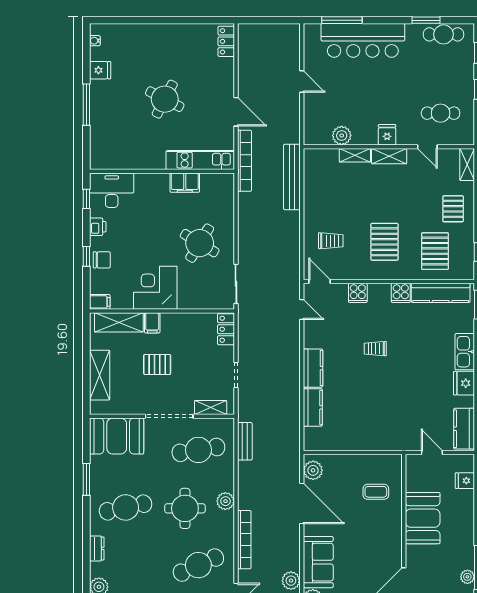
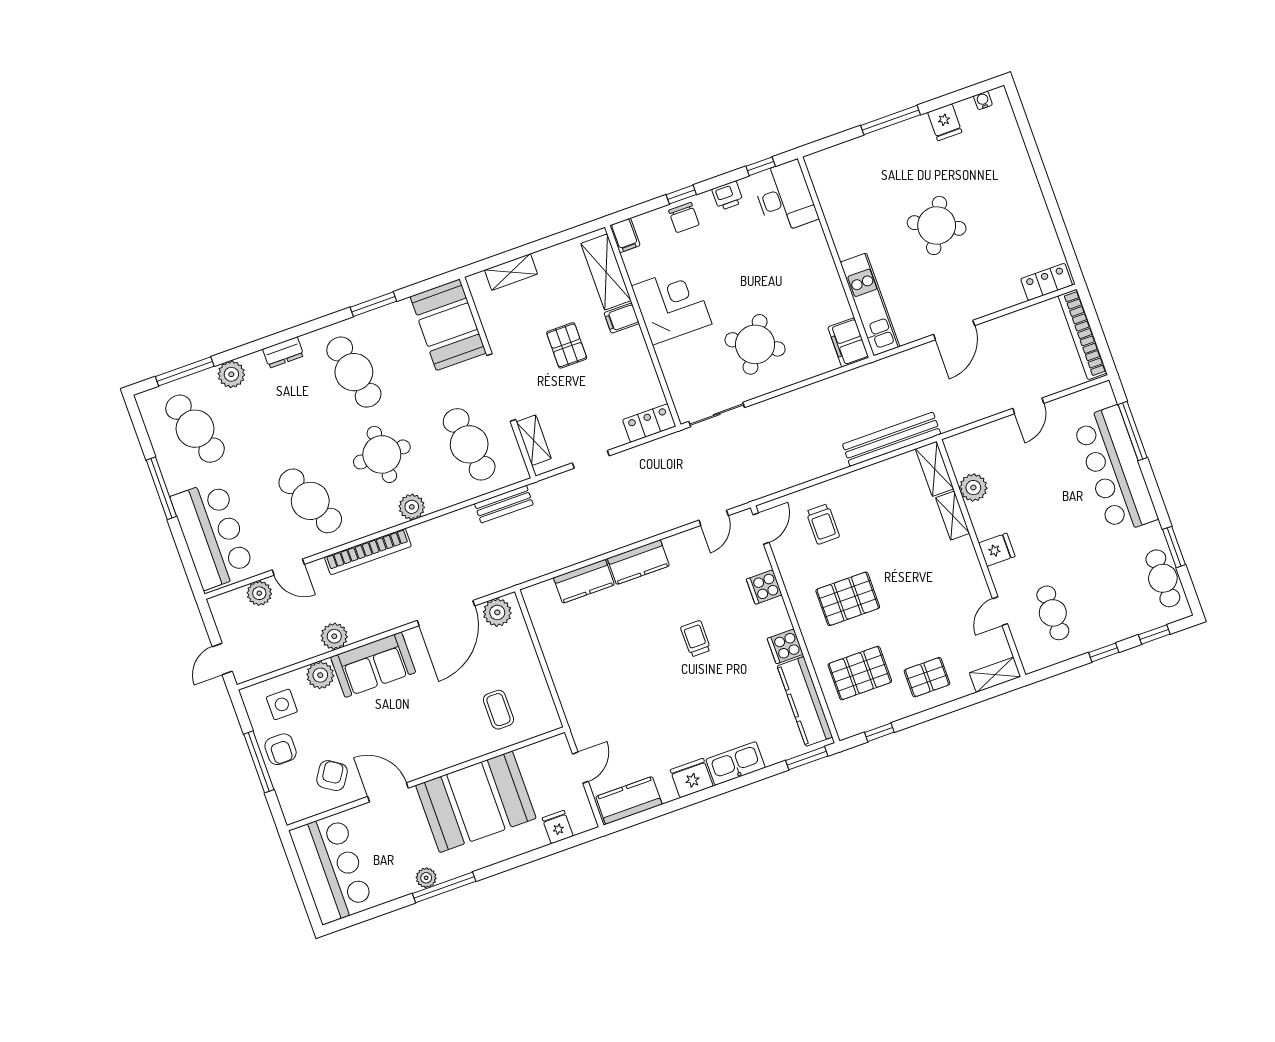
shelving: (389, 156) -> (935, 469), moved
bookcase: (245, 161) -> (1082, 334), moved, turned 90
filing cabinet: (185, 183) -> (848, 342), moved
shelving: (100, 375) -> (511, 272), width x0.67, depth x0.75
booth: (423, 518) -> (476, 802), width x1.36, depth x1.42

